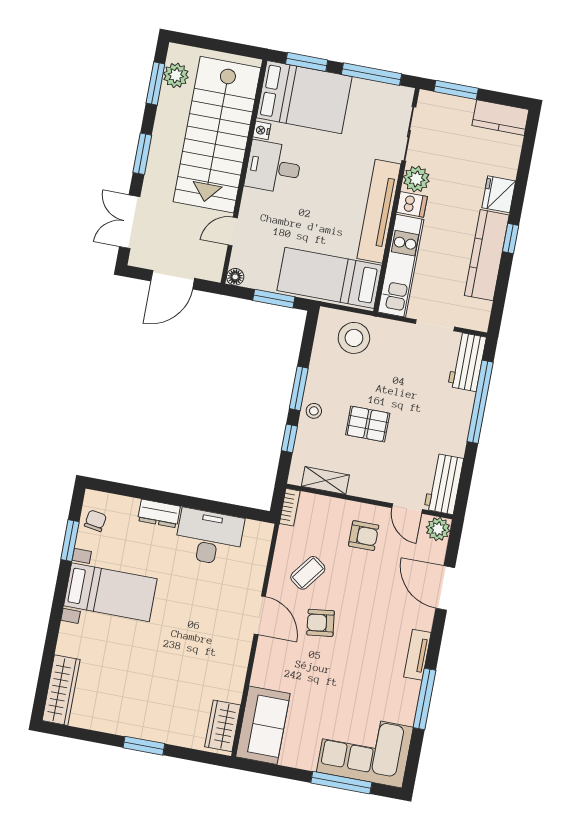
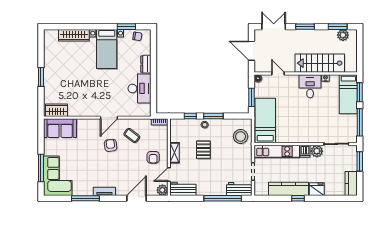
bed: (304, 97) -> (348, 94), width x0.67
stairs: (217, 135) -> (320, 63), width x0.73, depth x0.66
tv unit: (379, 211) -> (299, 137), removed
shelving: (325, 481) -> (174, 153), moved
wardrobe: (61, 690) -> (74, 35), moved

